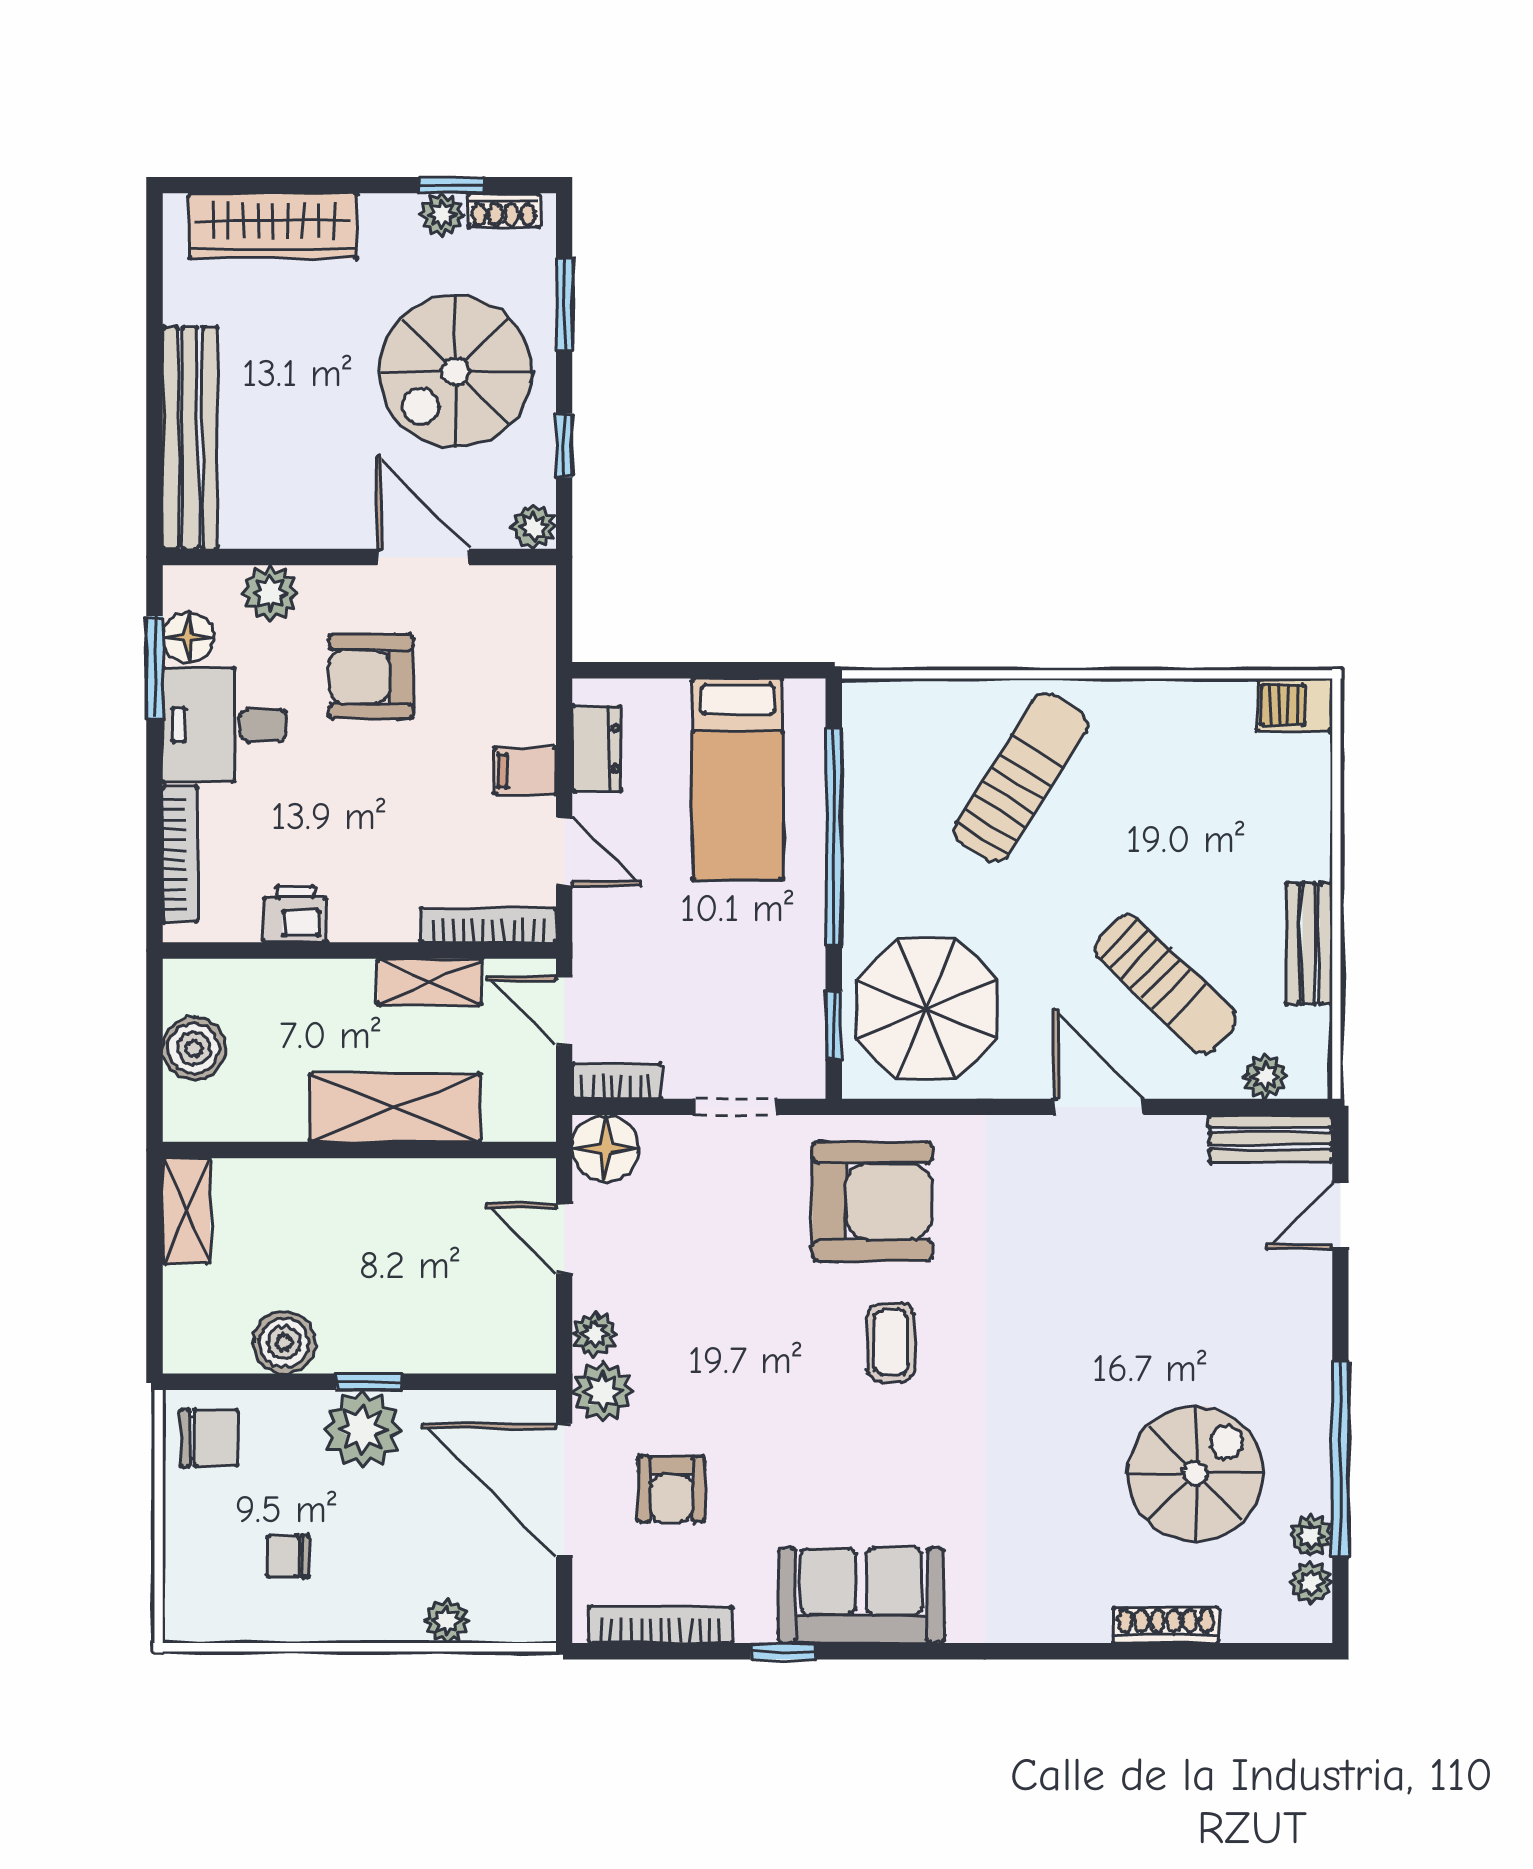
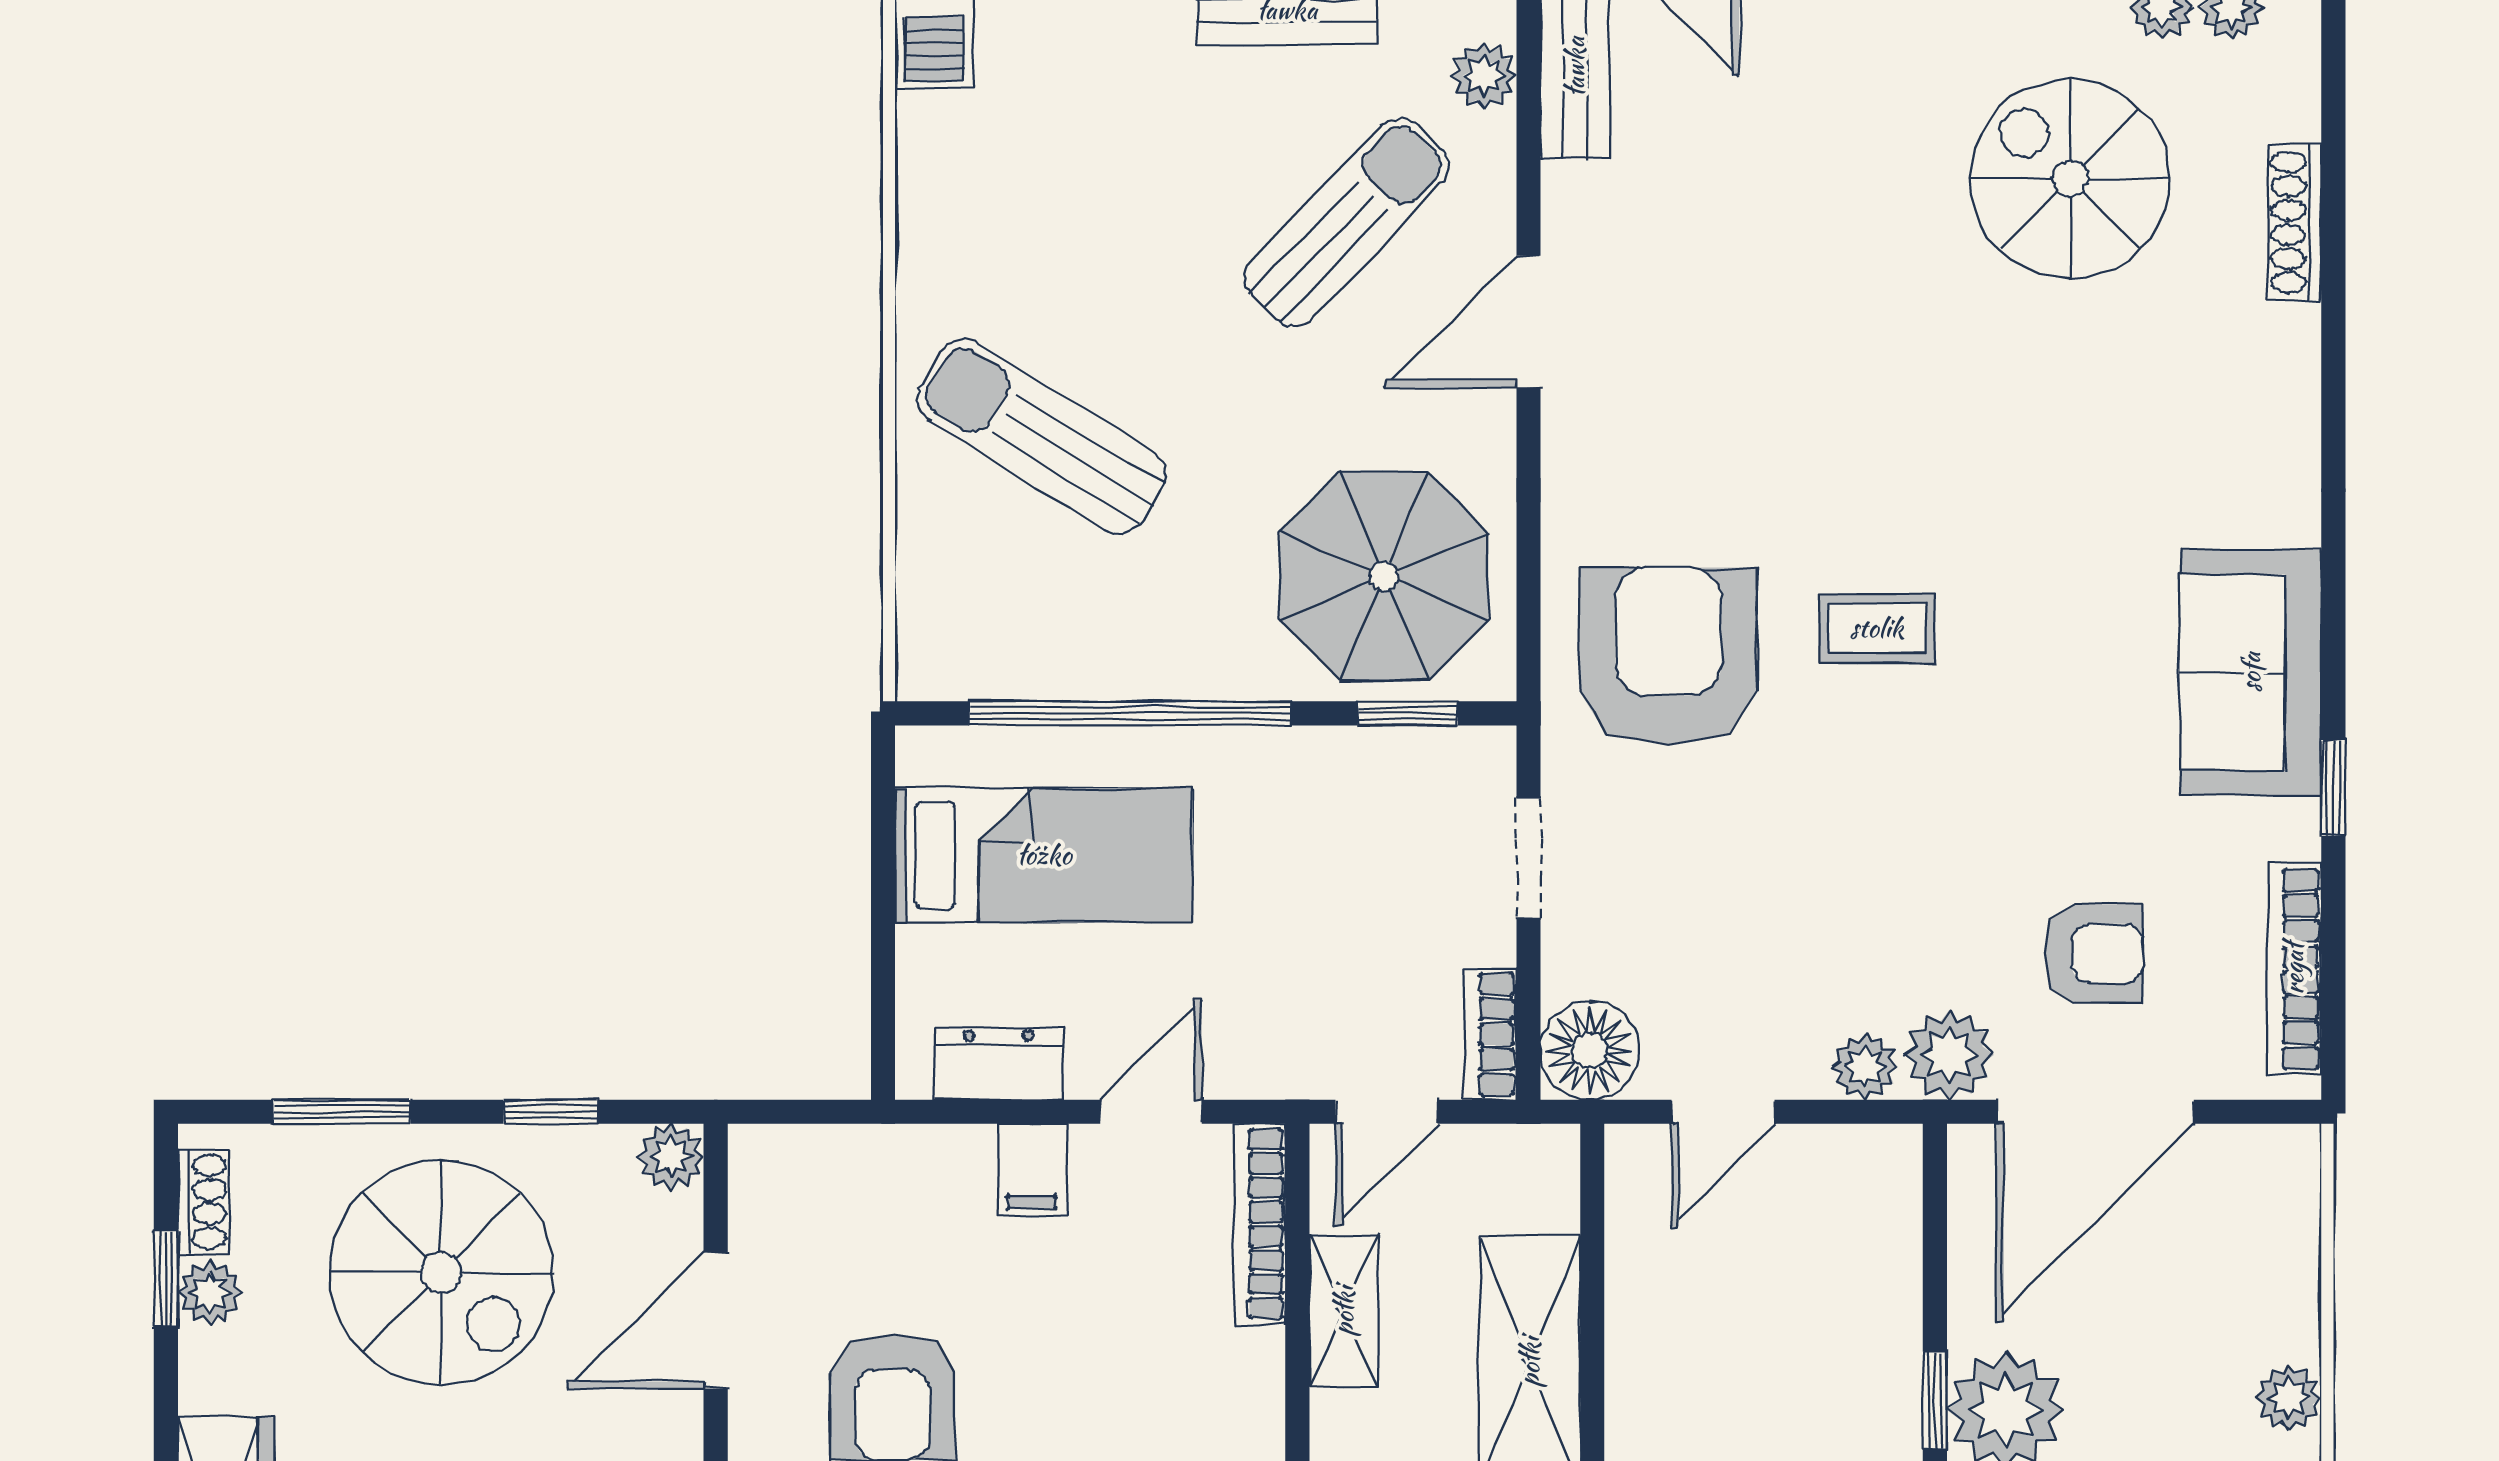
plant: (447, 1621) -> (2289, 1398), moved

